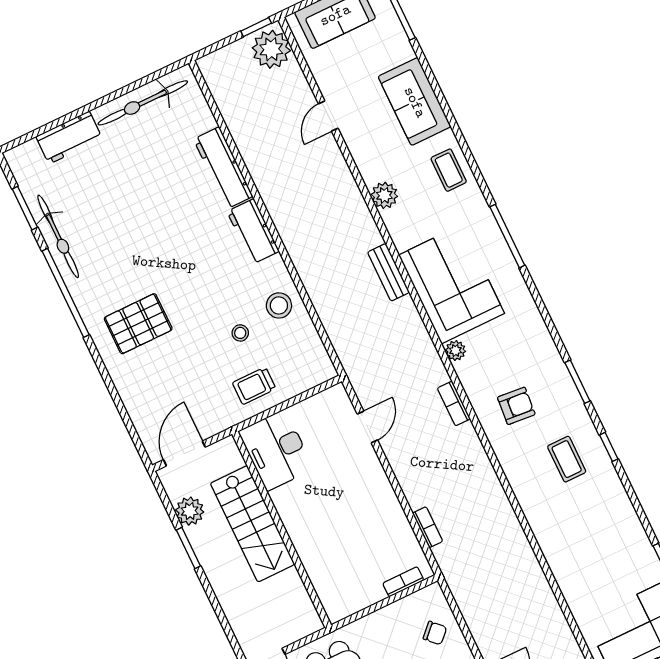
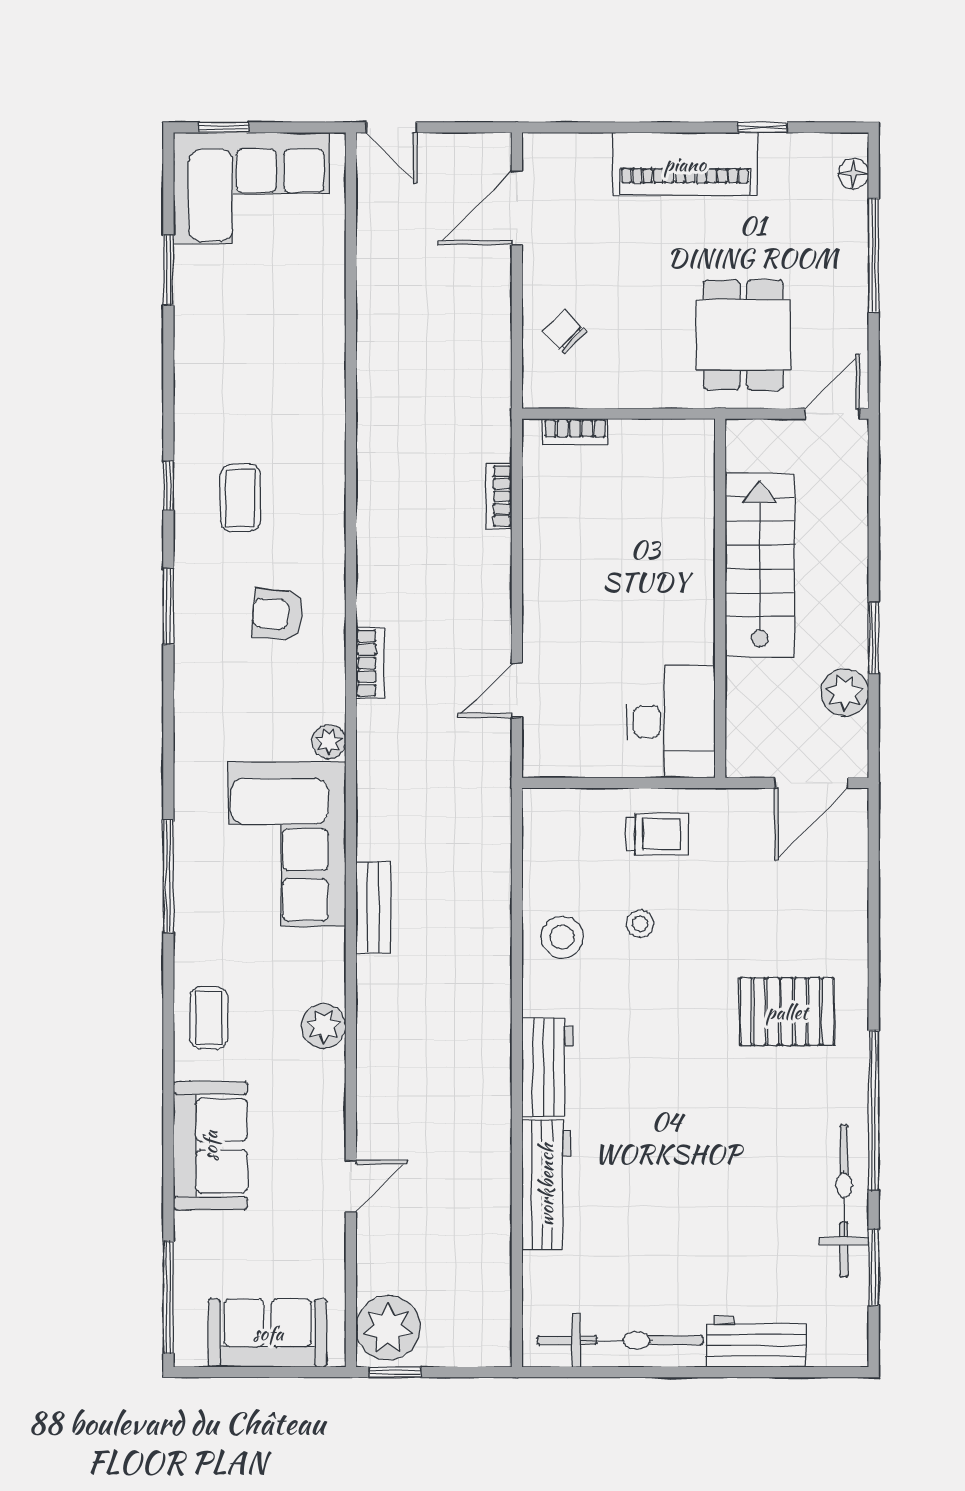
stairs: (252, 524) -> (760, 565), moved

